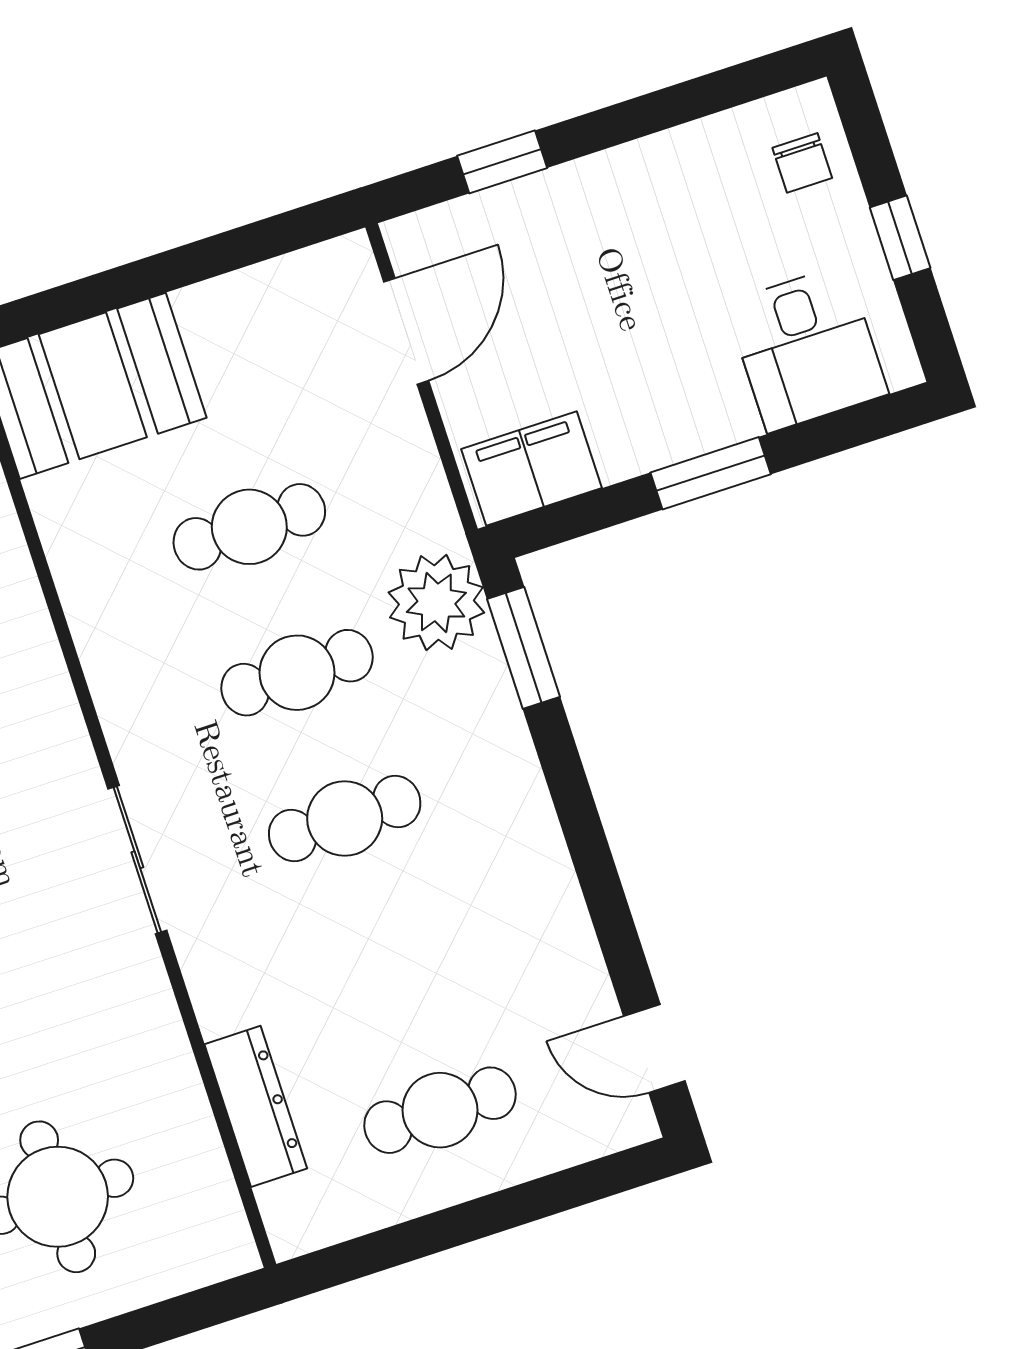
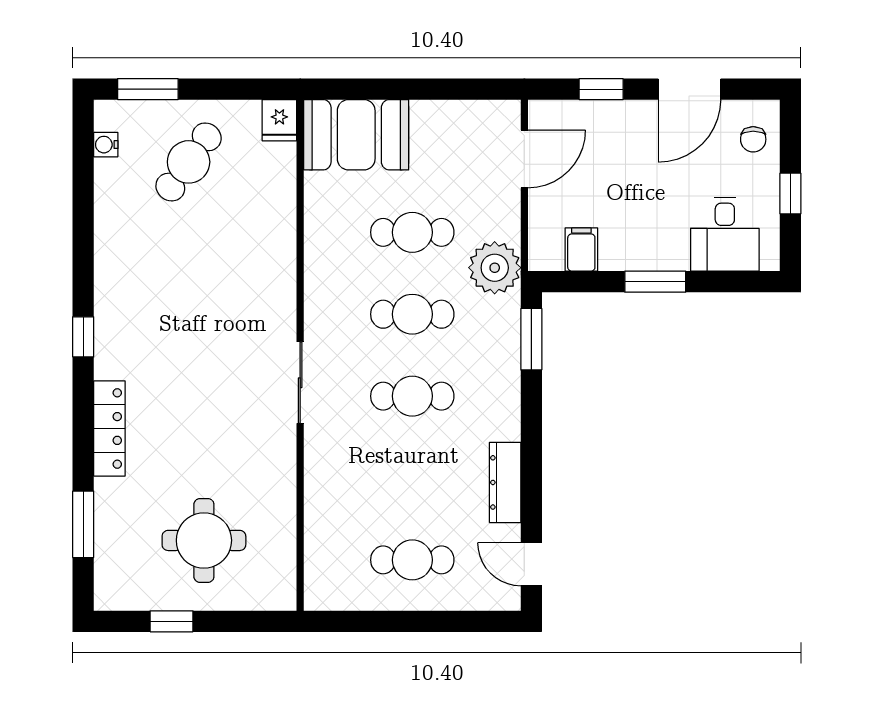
door: (659, 110) -> (689, 89), added
filing cabinet: (531, 468) -> (581, 249), width x0.50
plant: (436, 602) -> (495, 268), moved
dresser: (256, 1106) -> (505, 482), moved, turned 180

